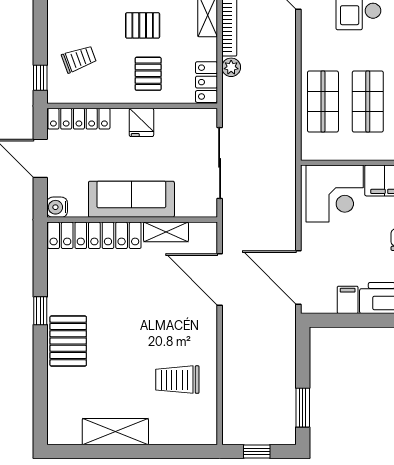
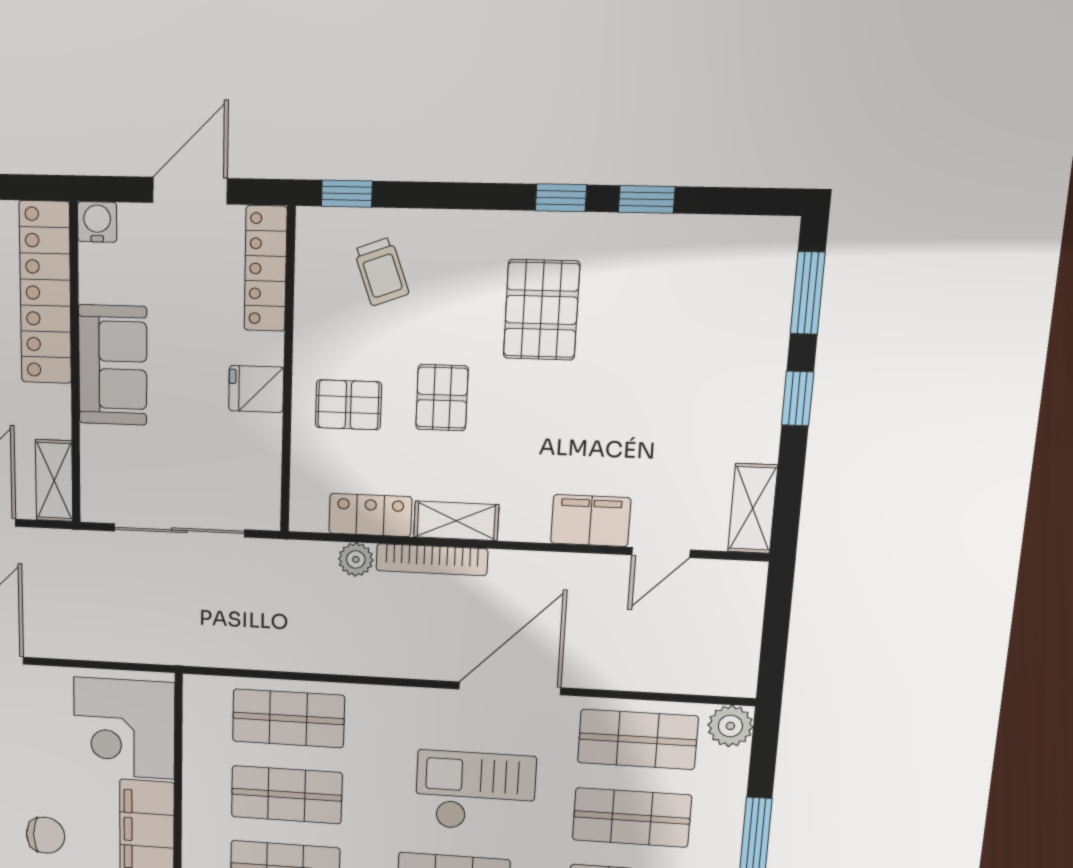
locker: (206, 82) -> (370, 515), moved
sofa: (131, 199) -> (113, 365), width x0.73
shelving: (166, 232) -> (54, 481), moved

